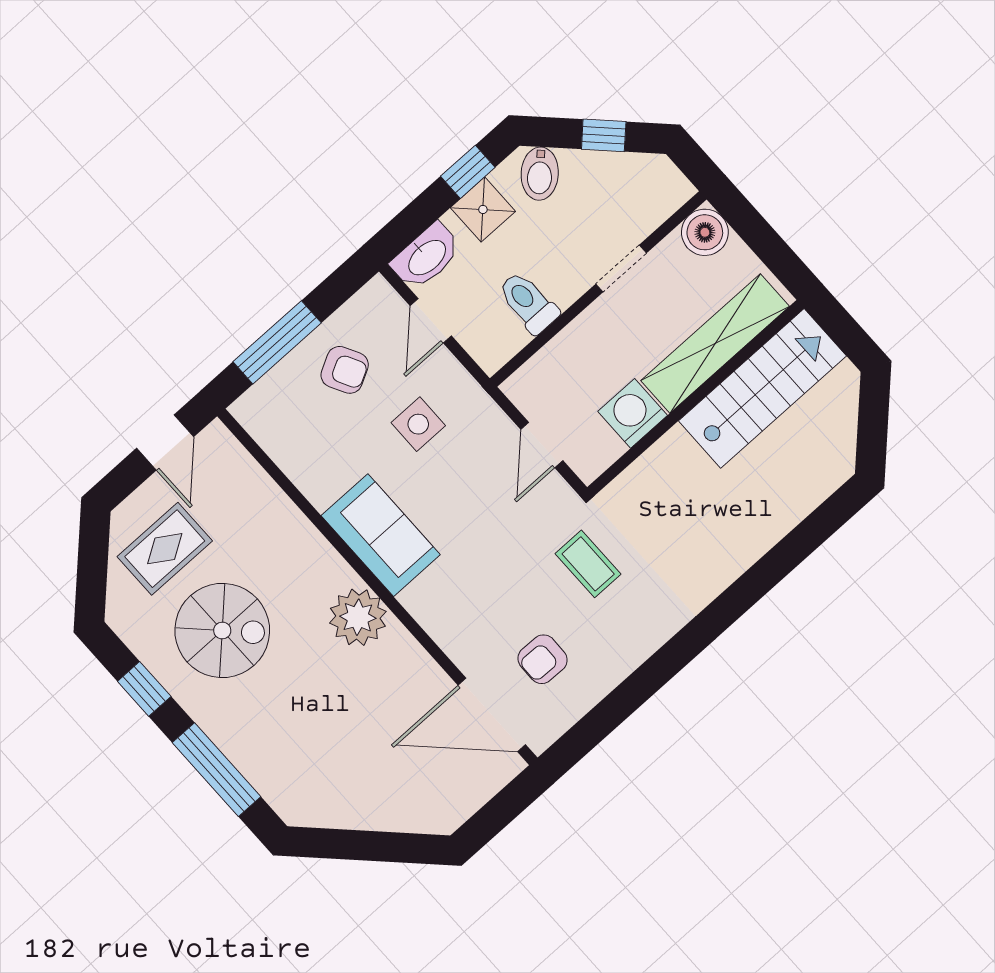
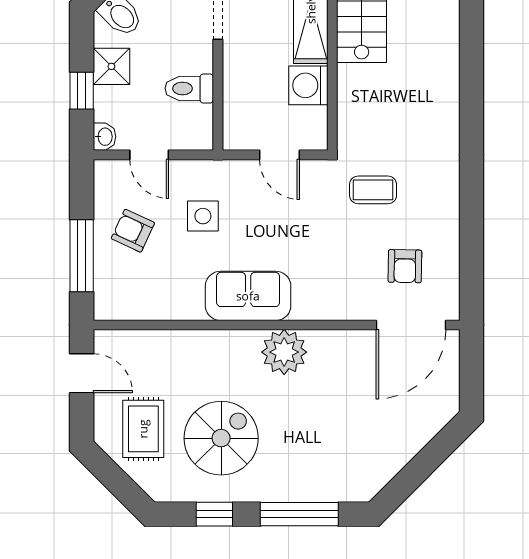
window: (468, 172) -> (82, 91), moved
washbasin: (426, 257) -> (104, 137), width x0.52, depth x0.69
armchair: (345, 370) -> (133, 231), turned -127

